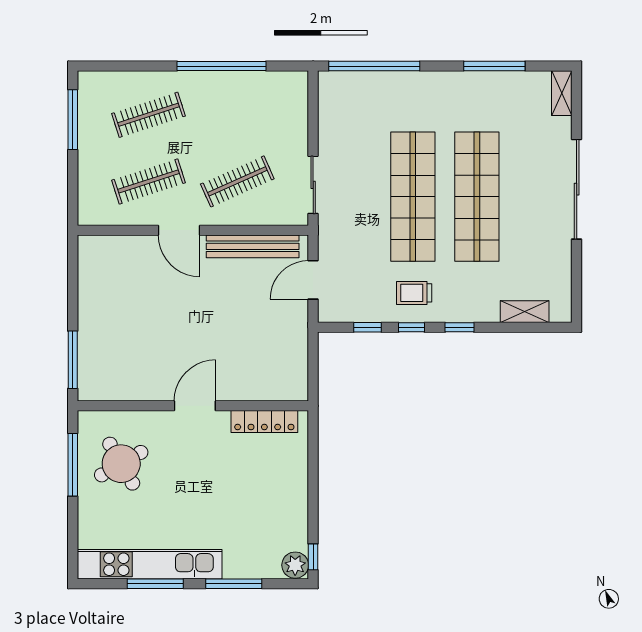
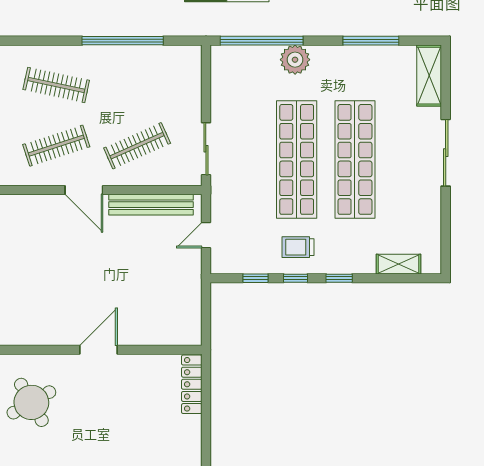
plant: (411, 87) -> (295, 60), added
shelving: (562, 93) -> (429, 76), width x1.50, depth x1.33
clothes rail: (149, 115) -> (56, 85), turned 30
sliding door: (577, 189) -> (446, 153), width x0.73
door: (313, 280) -> (206, 235), width x0.73
locker: (264, 421) -> (192, 384), moved, turned 90

